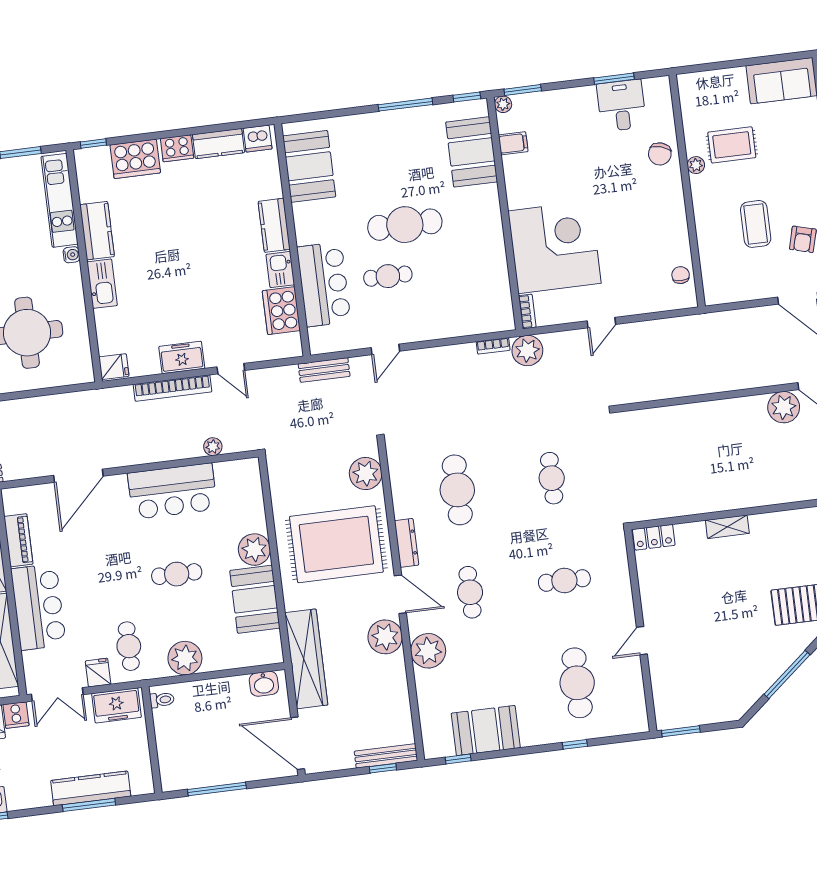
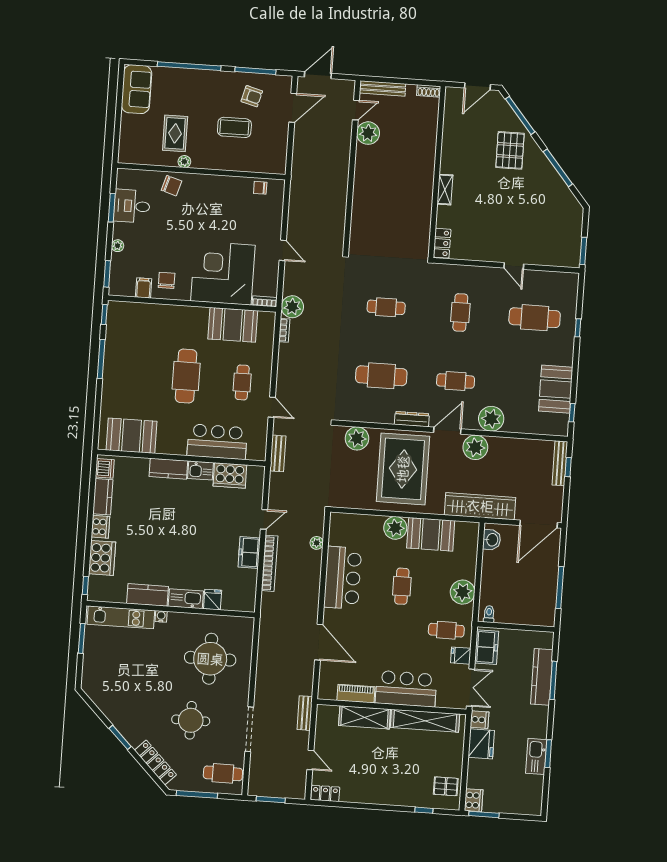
plant: (503, 104) -> (118, 246), moved
booth: (472, 152) -> (233, 325), moved
chair: (530, 172) -> (167, 280), added
cafe table: (388, 276) -> (242, 382), moved
fridge: (114, 367) -> (213, 600), moved

